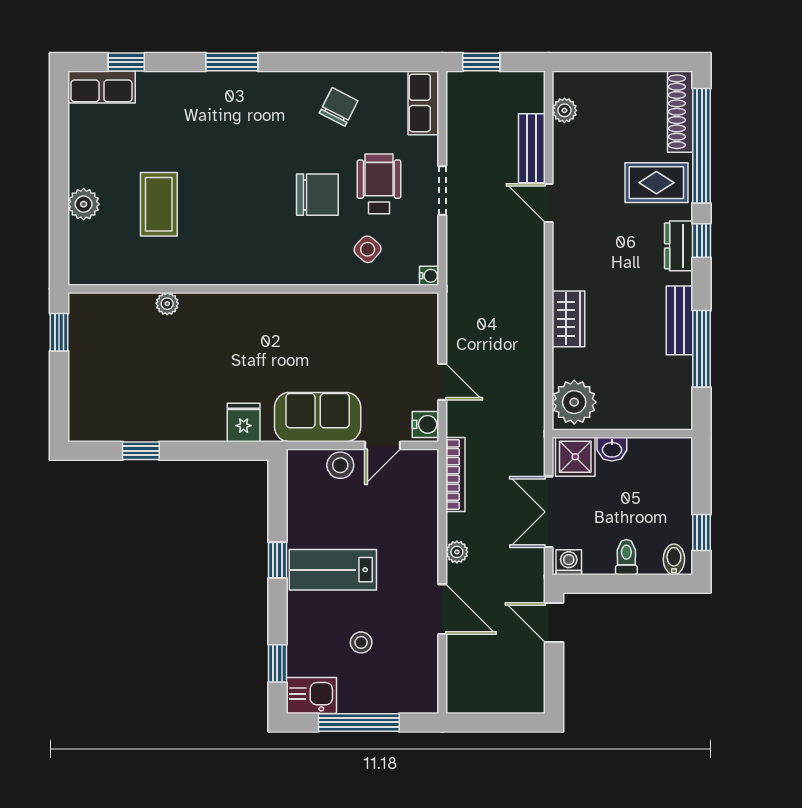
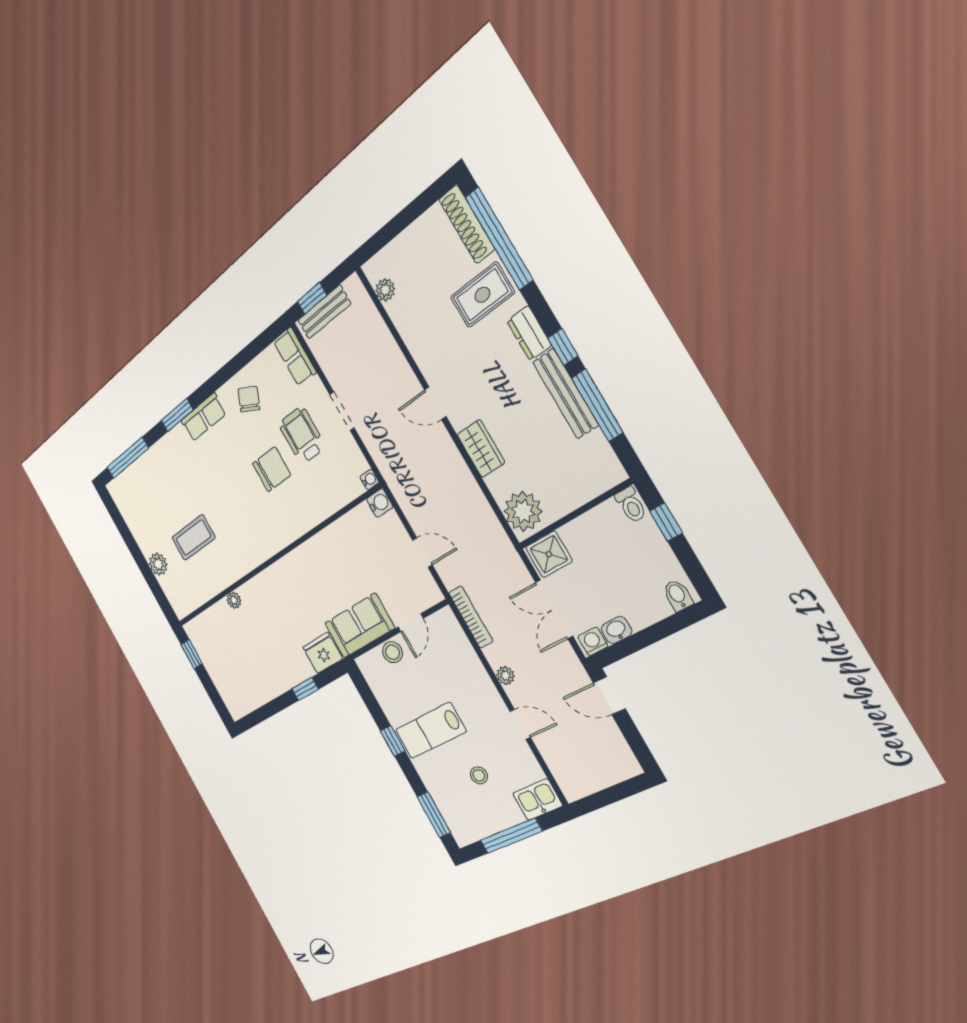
window: (126, 62) -> (128, 458), width x2.17
row of seats: (101, 87) -> (203, 417), moved
bench: (532, 148) -> (324, 312), moved, turned 90
door: (549, 203) -> (435, 403), moved
coffee table: (159, 204) -> (194, 538), turned 90
window: (702, 240) -> (563, 347), moved
side table: (368, 249) -> (322, 487), removed
bench: (680, 320) -> (565, 394), width x1.36
fridge: (244, 422) -> (323, 653), width x1.38
water cooler: (426, 424) -> (380, 503), moved
washbasin: (612, 449) -> (617, 630), moved, turned 180
window: (141, 451) -> (305, 689), moved
window: (702, 532) -> (666, 522), moved
toilet: (626, 557) -> (631, 505), moved, turned 180
door: (442, 609) -> (520, 724), width x0.73
window: (277, 663) -> (434, 815), width x1.50
kitchen sink: (311, 695) -> (538, 800), moved

